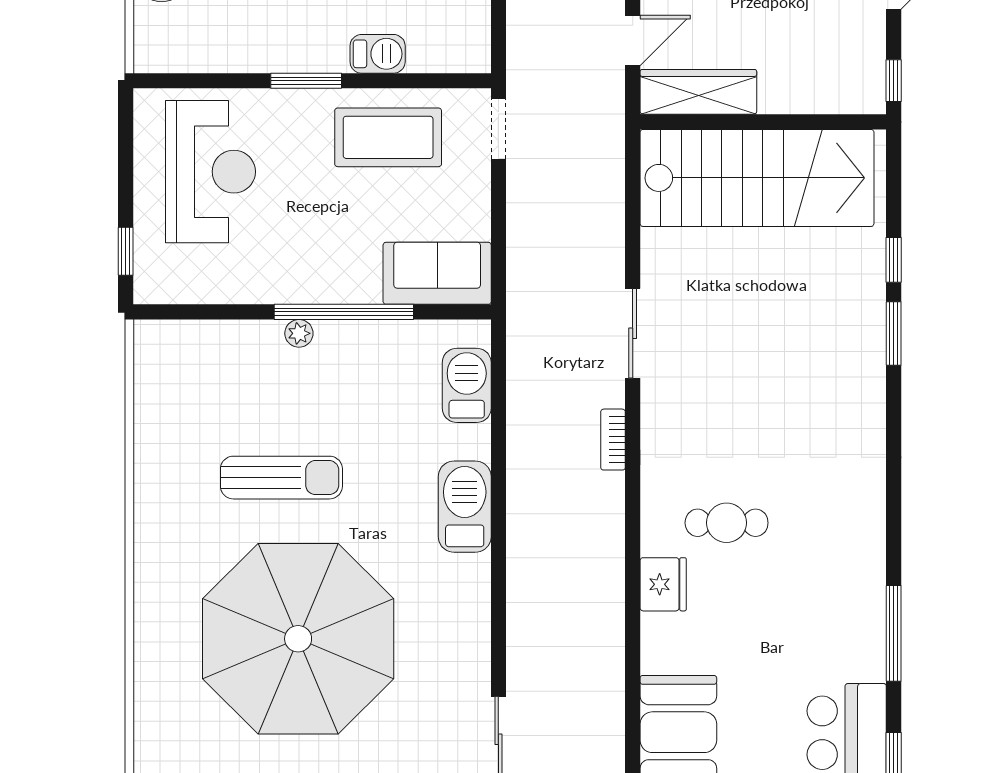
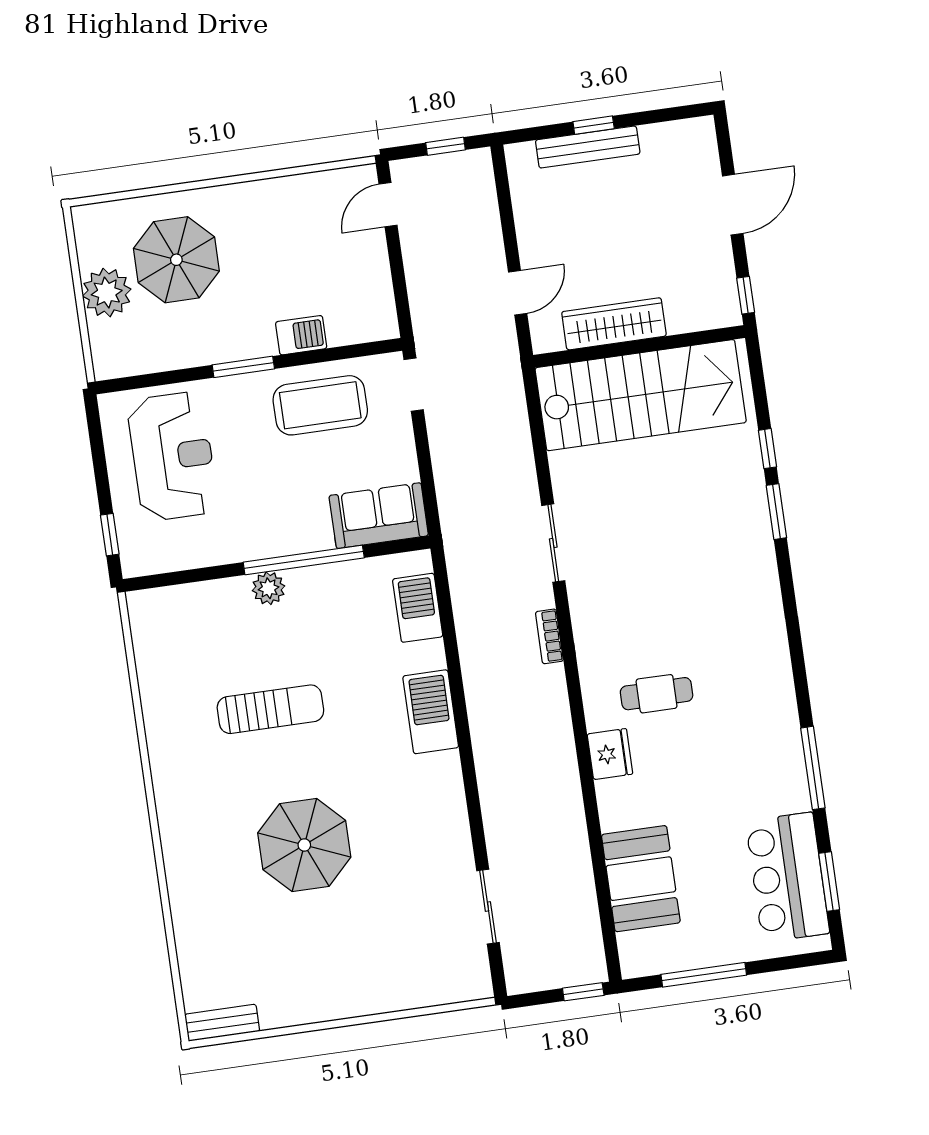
wardrobe: (698, 92) -> (614, 324), moved
plant: (299, 333) -> (269, 588), width x1.38, depth x1.38
parasol: (298, 639) -> (304, 845), width x0.54, depth x0.54

